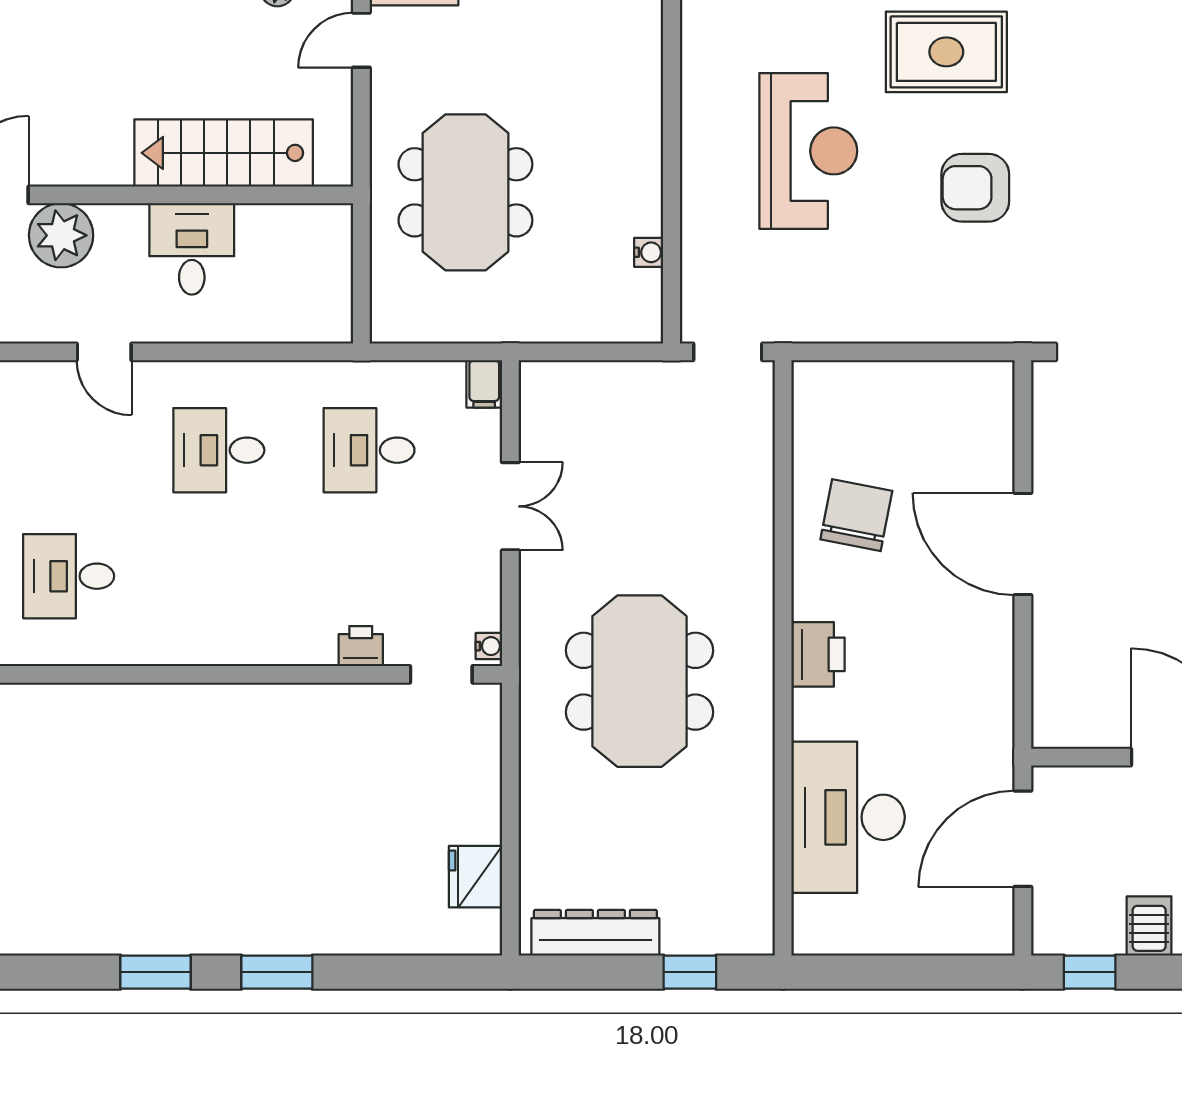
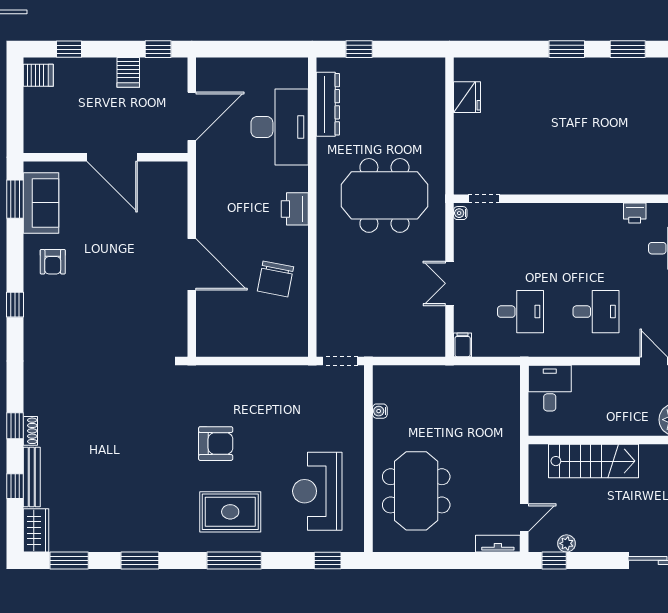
reception desk: (808, 151) -> (317, 491), moved
meeting table: (465, 192) -> (416, 491), moved
desk: (192, 249) -> (550, 388), moved, turned 180
printer: (361, 646) -> (635, 213), moved
meeting table: (639, 681) -> (384, 195), turned 90
dresser: (595, 933) -> (328, 104), moved, turned -90

